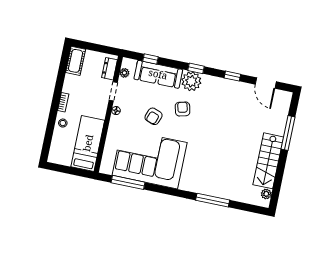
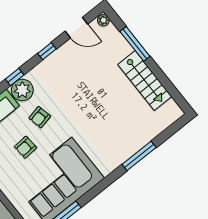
armchair: (183, 109) -> (40, 117), turned -88
armchair: (154, 116) -> (26, 147), turned 66
plant: (266, 194) -> (103, 20), moved

